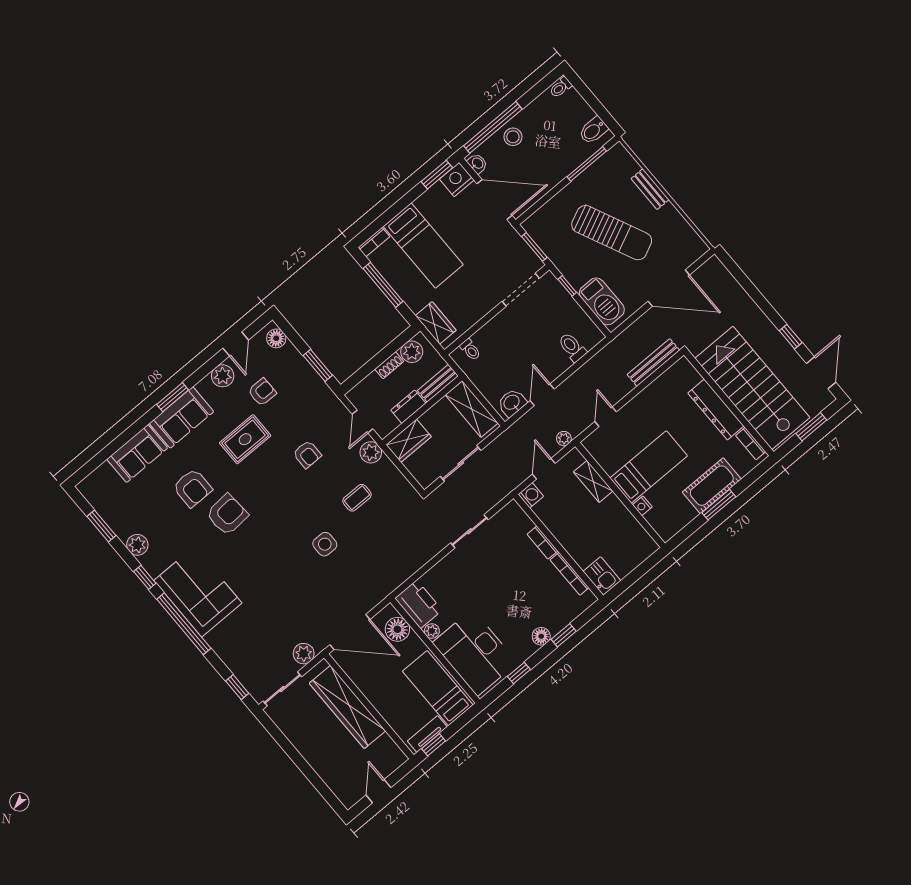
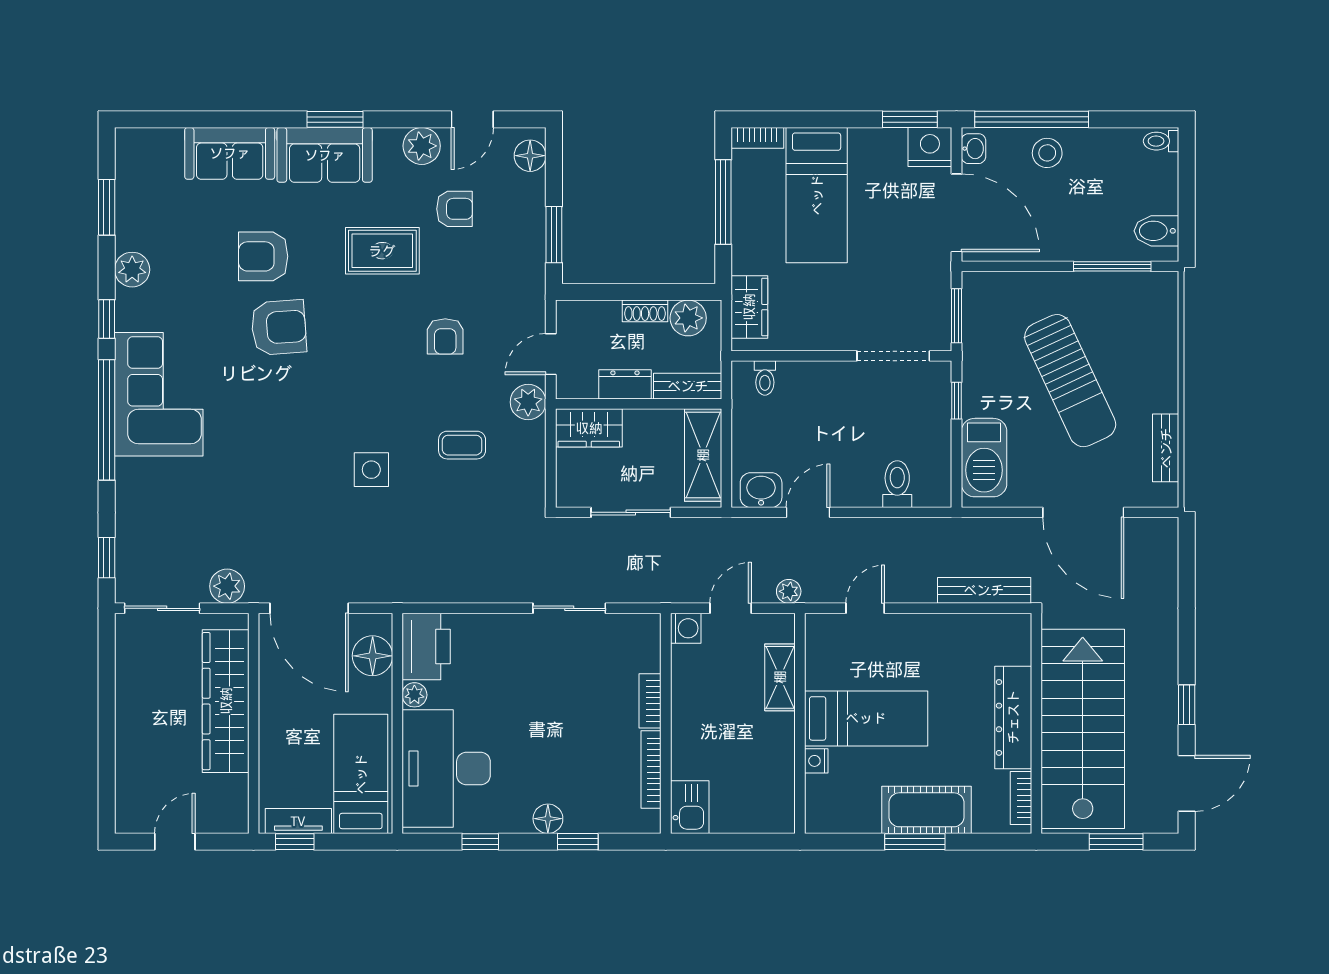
bench: (650, 189) -> (1166, 448), moved
armchair: (193, 488) -> (263, 256), turned 90

